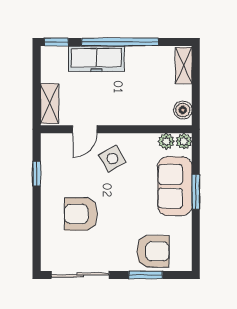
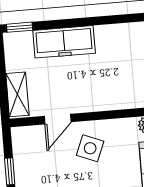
window: (120, 42) -> (88, 22), removed
side table: (112, 159) -> (90, 148), turned -38

